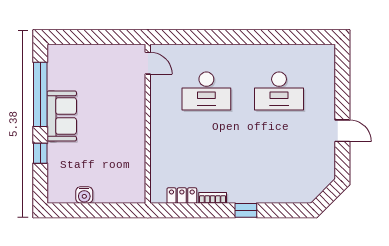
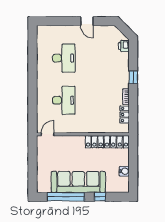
sofa: (62, 116) -> (78, 182), width x1.85, depth x1.27
door: (342, 131) -> (87, 21), swing flipped
locker: (135, 165) -> (107, 142), added
printer: (300, 194) -> (124, 46), added

